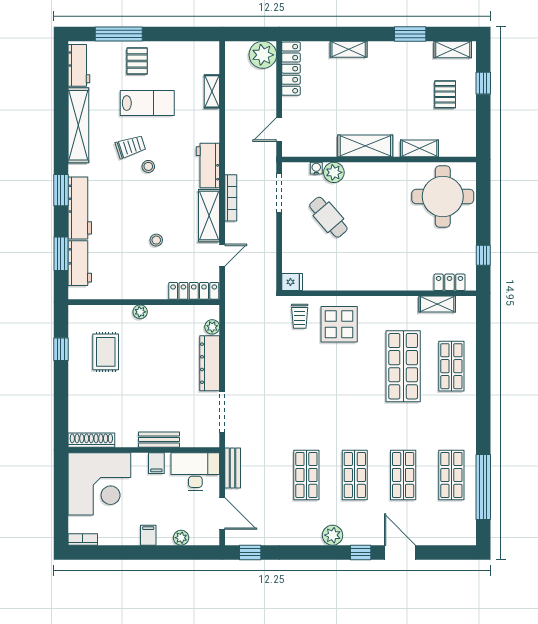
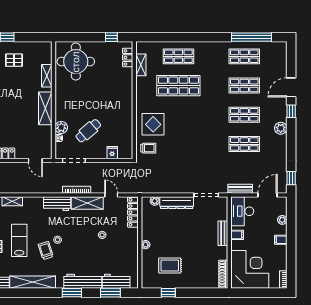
fridge: (292, 282) -> (112, 153), moved

